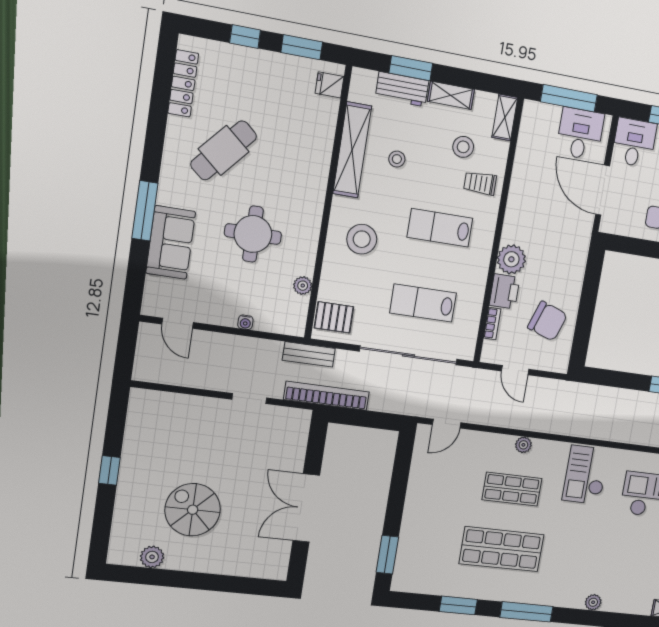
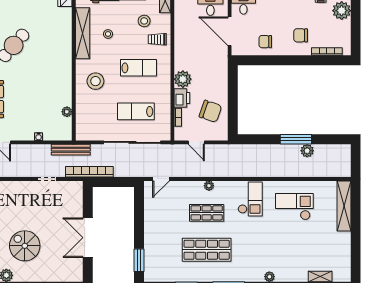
lab bench: (440, 228) -> (138, 68), turned 180
round table: (253, 234) -> (36, 88), removed
pallet: (334, 317) -> (87, 127), removed
bench: (309, 354) -> (71, 150), width x1.36
checkout: (586, 475) -> (250, 199), turned 180

